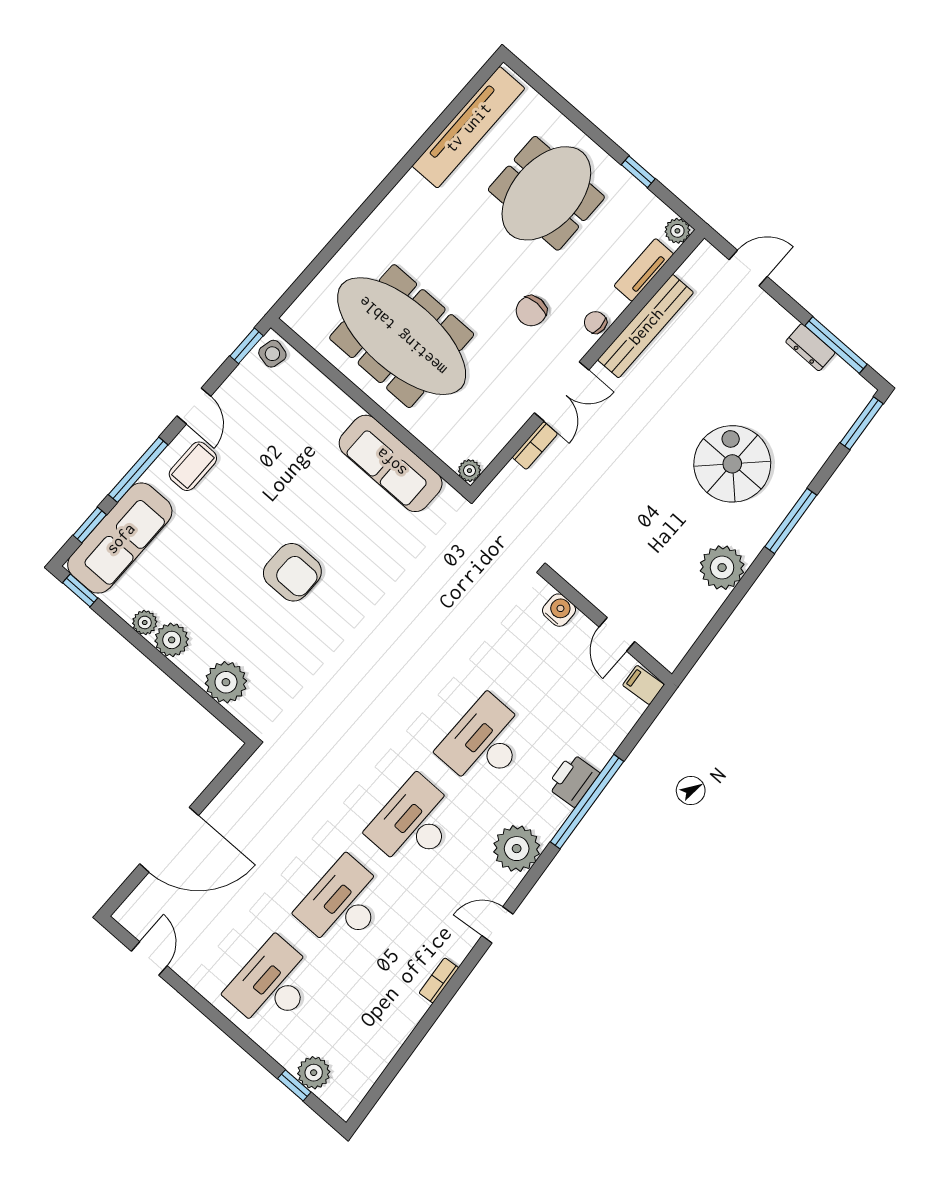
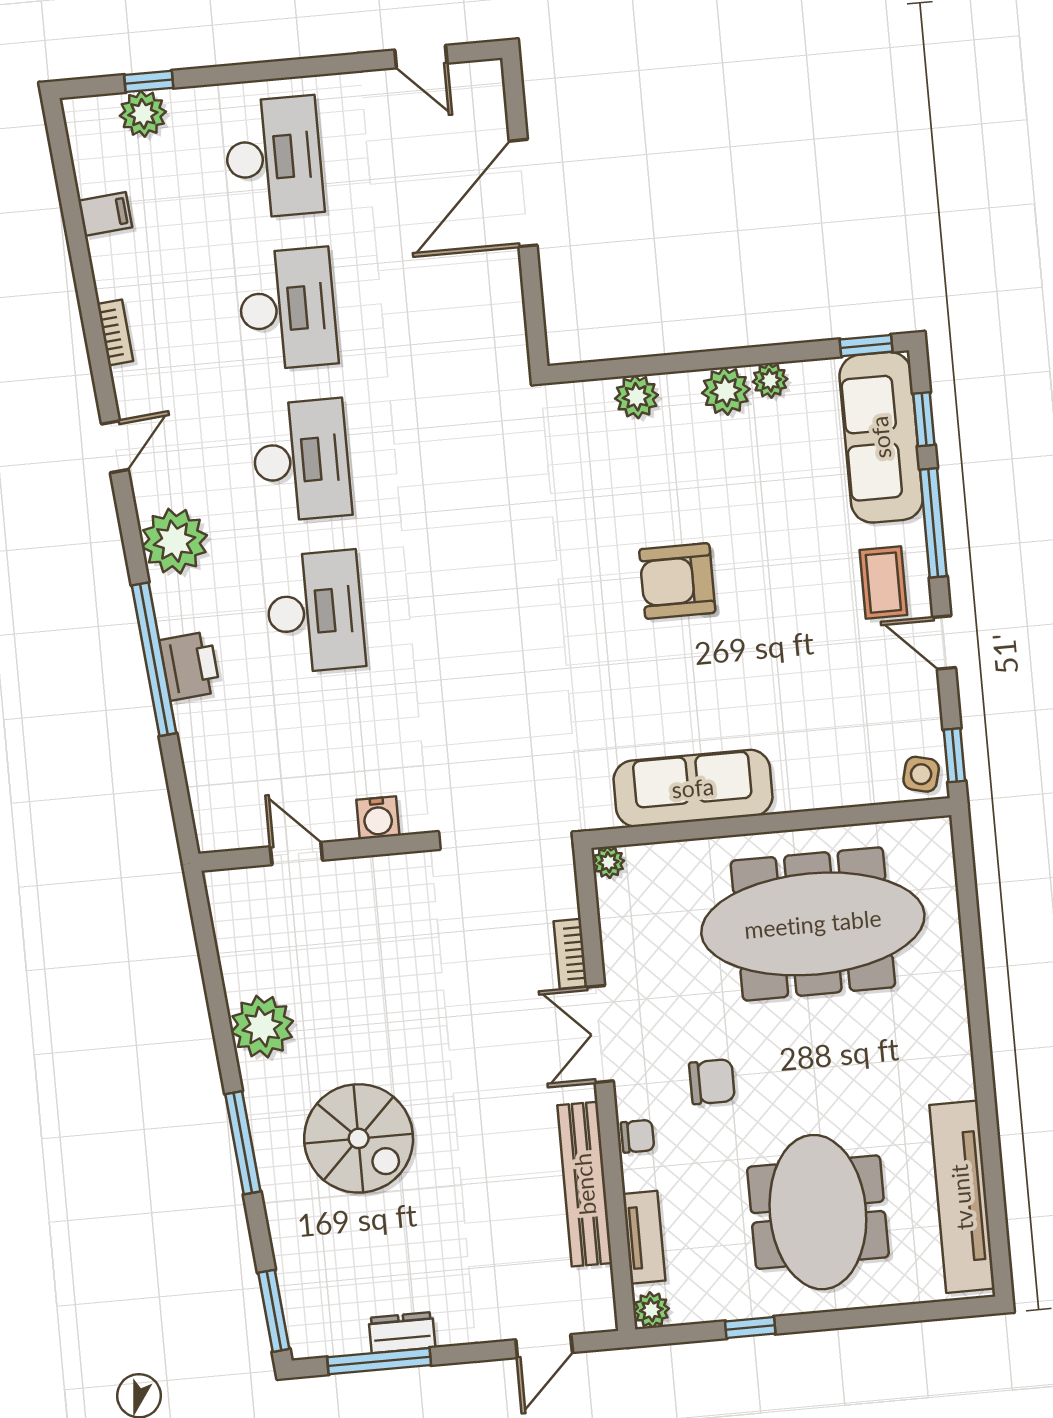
chair: (531, 311) -> (712, 1082), turned 90
plant: (226, 682) -> (637, 397), width x0.73, depth x0.73
filing cabinet: (643, 685) -> (105, 214), moved

